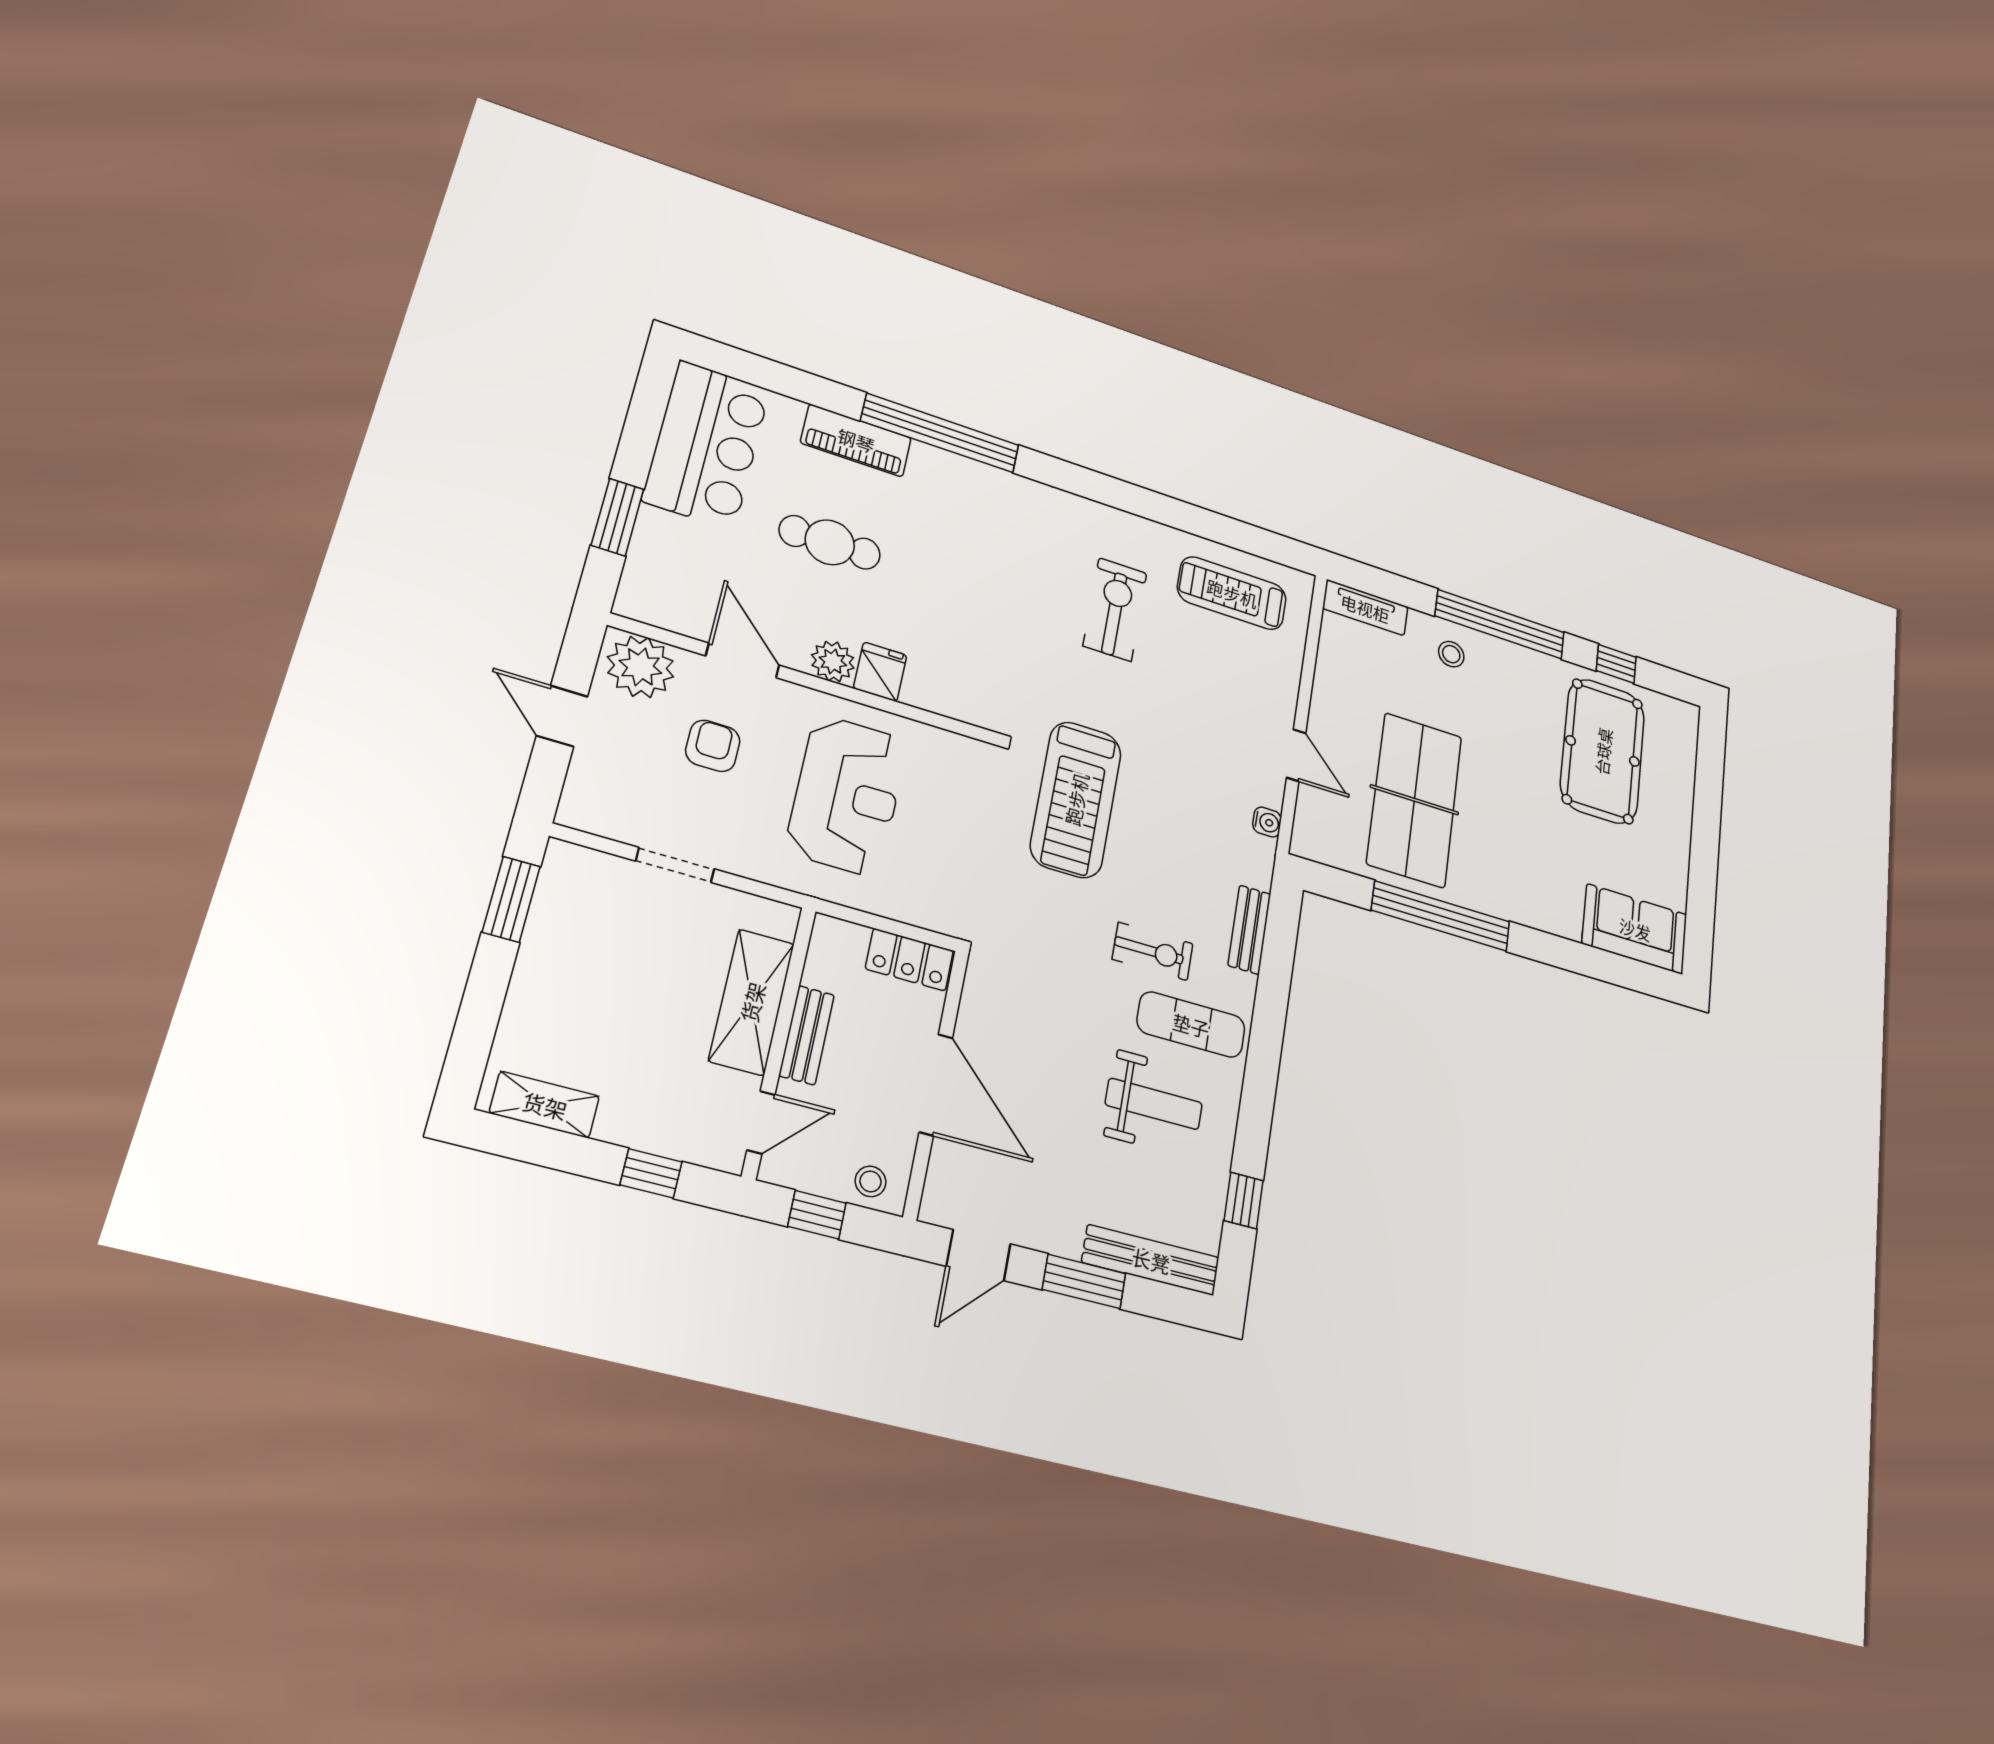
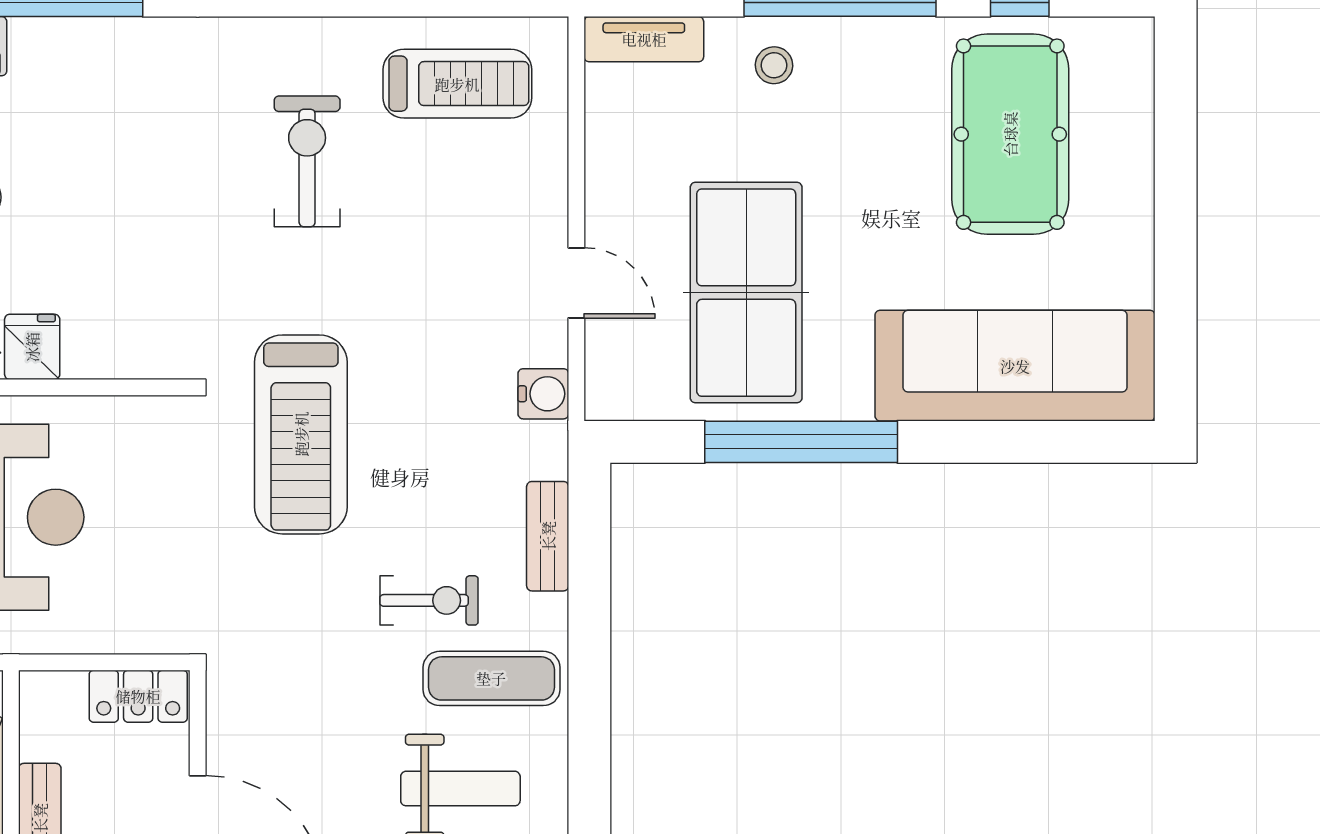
treadmill: (1232, 593) -> (457, 84), turned 180
water cooler: (1267, 822) -> (543, 394), width x1.38, depth x1.38
sofa: (1635, 929) -> (1015, 366), width x1.85, depth x1.27

